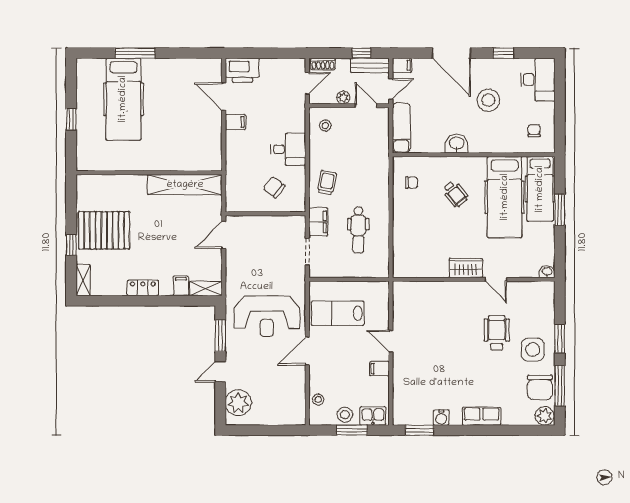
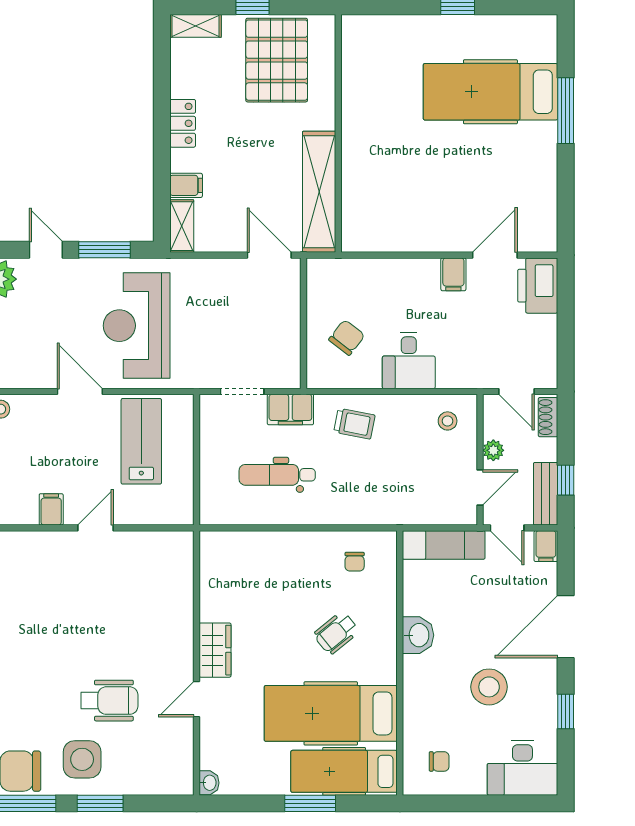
wall: (149, 173) -> (338, 133), moved
shelving: (185, 185) -> (319, 192), moved

